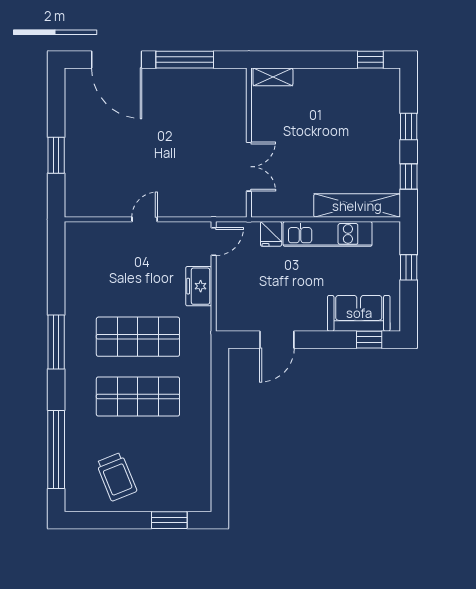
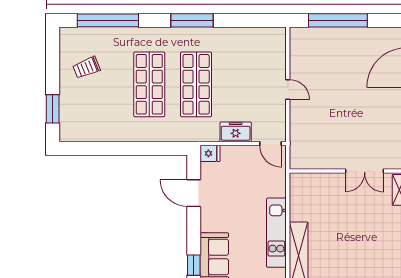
window: (56, 155) -> (338, 20), width x2.11
double door: (249, 167) -> (365, 171), moved
fridge: (271, 234) -> (210, 153), moved, turned 180
trolley: (116, 477) -> (87, 68), width x0.73, depth x0.72

